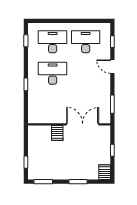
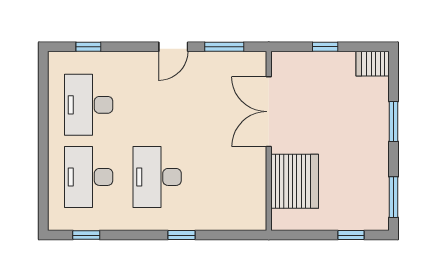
door: (112, 67) -> (173, 47), moved
server rack: (57, 133) -> (295, 181), width x2.18, depth x1.44

